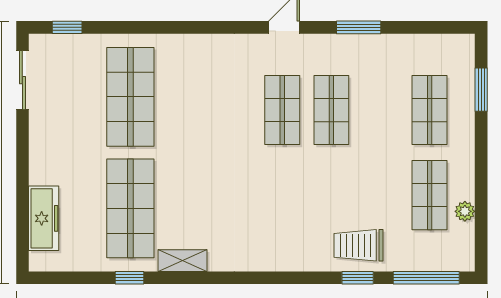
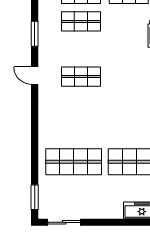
window: (67, 27) -> (35, 197), width x1.50
shop shelf: (331, 110) -> (81, 21), moved

